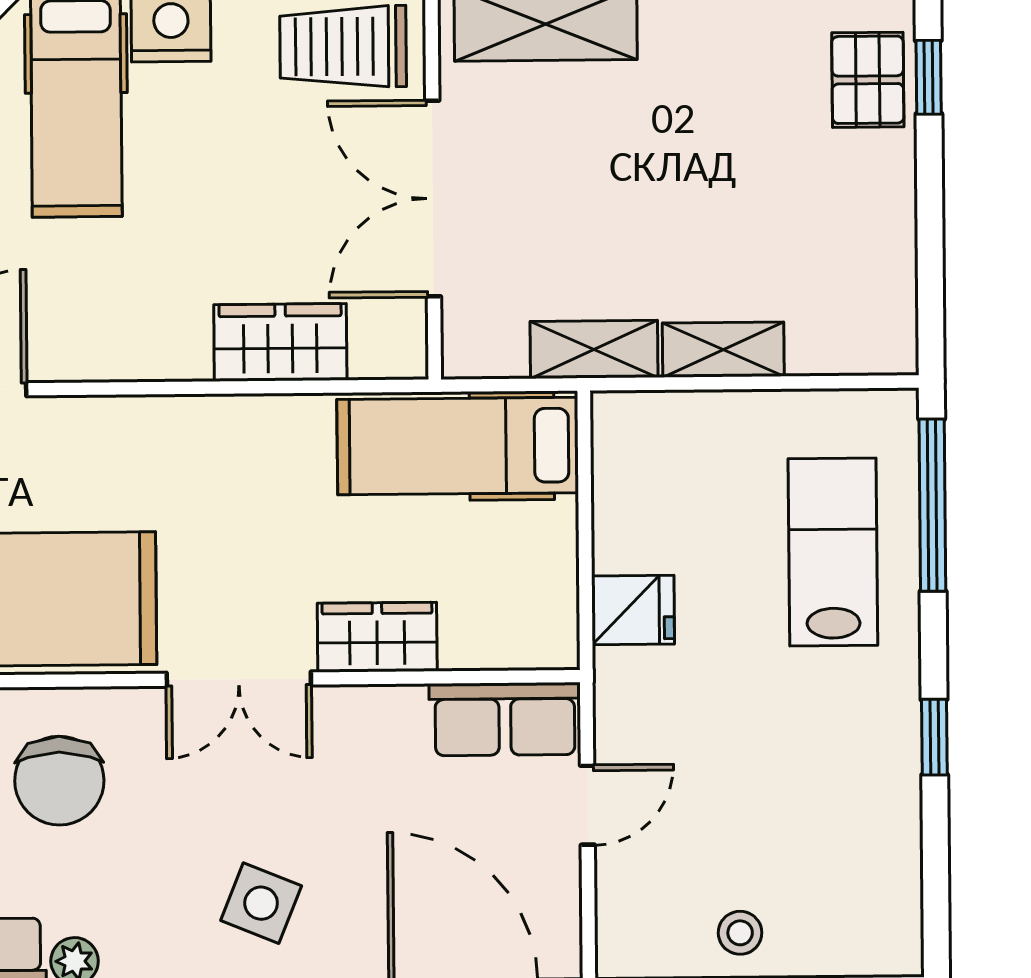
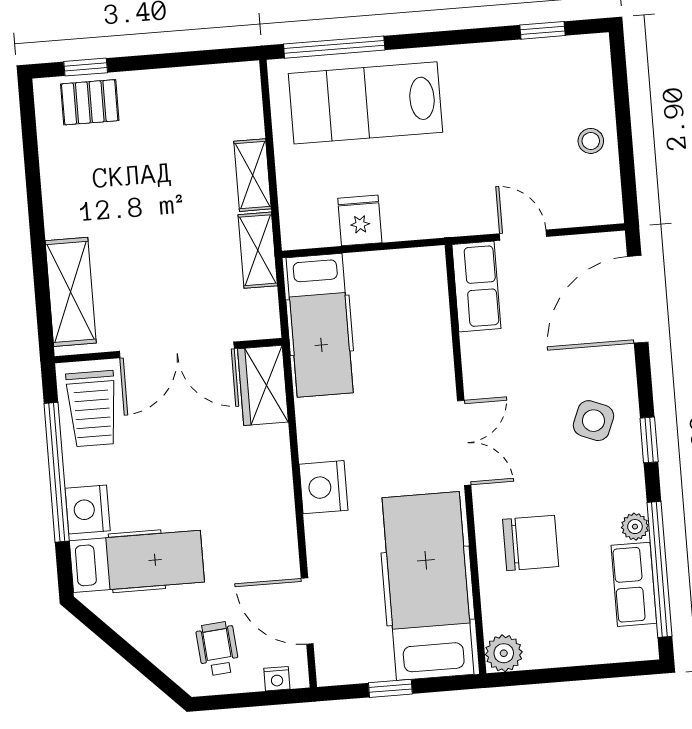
wardrobe: (280, 342) -> (263, 385), moved
nightstand: (180, 433) -> (323, 487), added
lab bench: (833, 552) -> (366, 103), width x1.36, depth x1.39
fridge: (633, 610) -> (360, 220), moved
wardrobe: (377, 637) -> (434, 364), removed
window: (934, 737) -> (542, 30), moved

